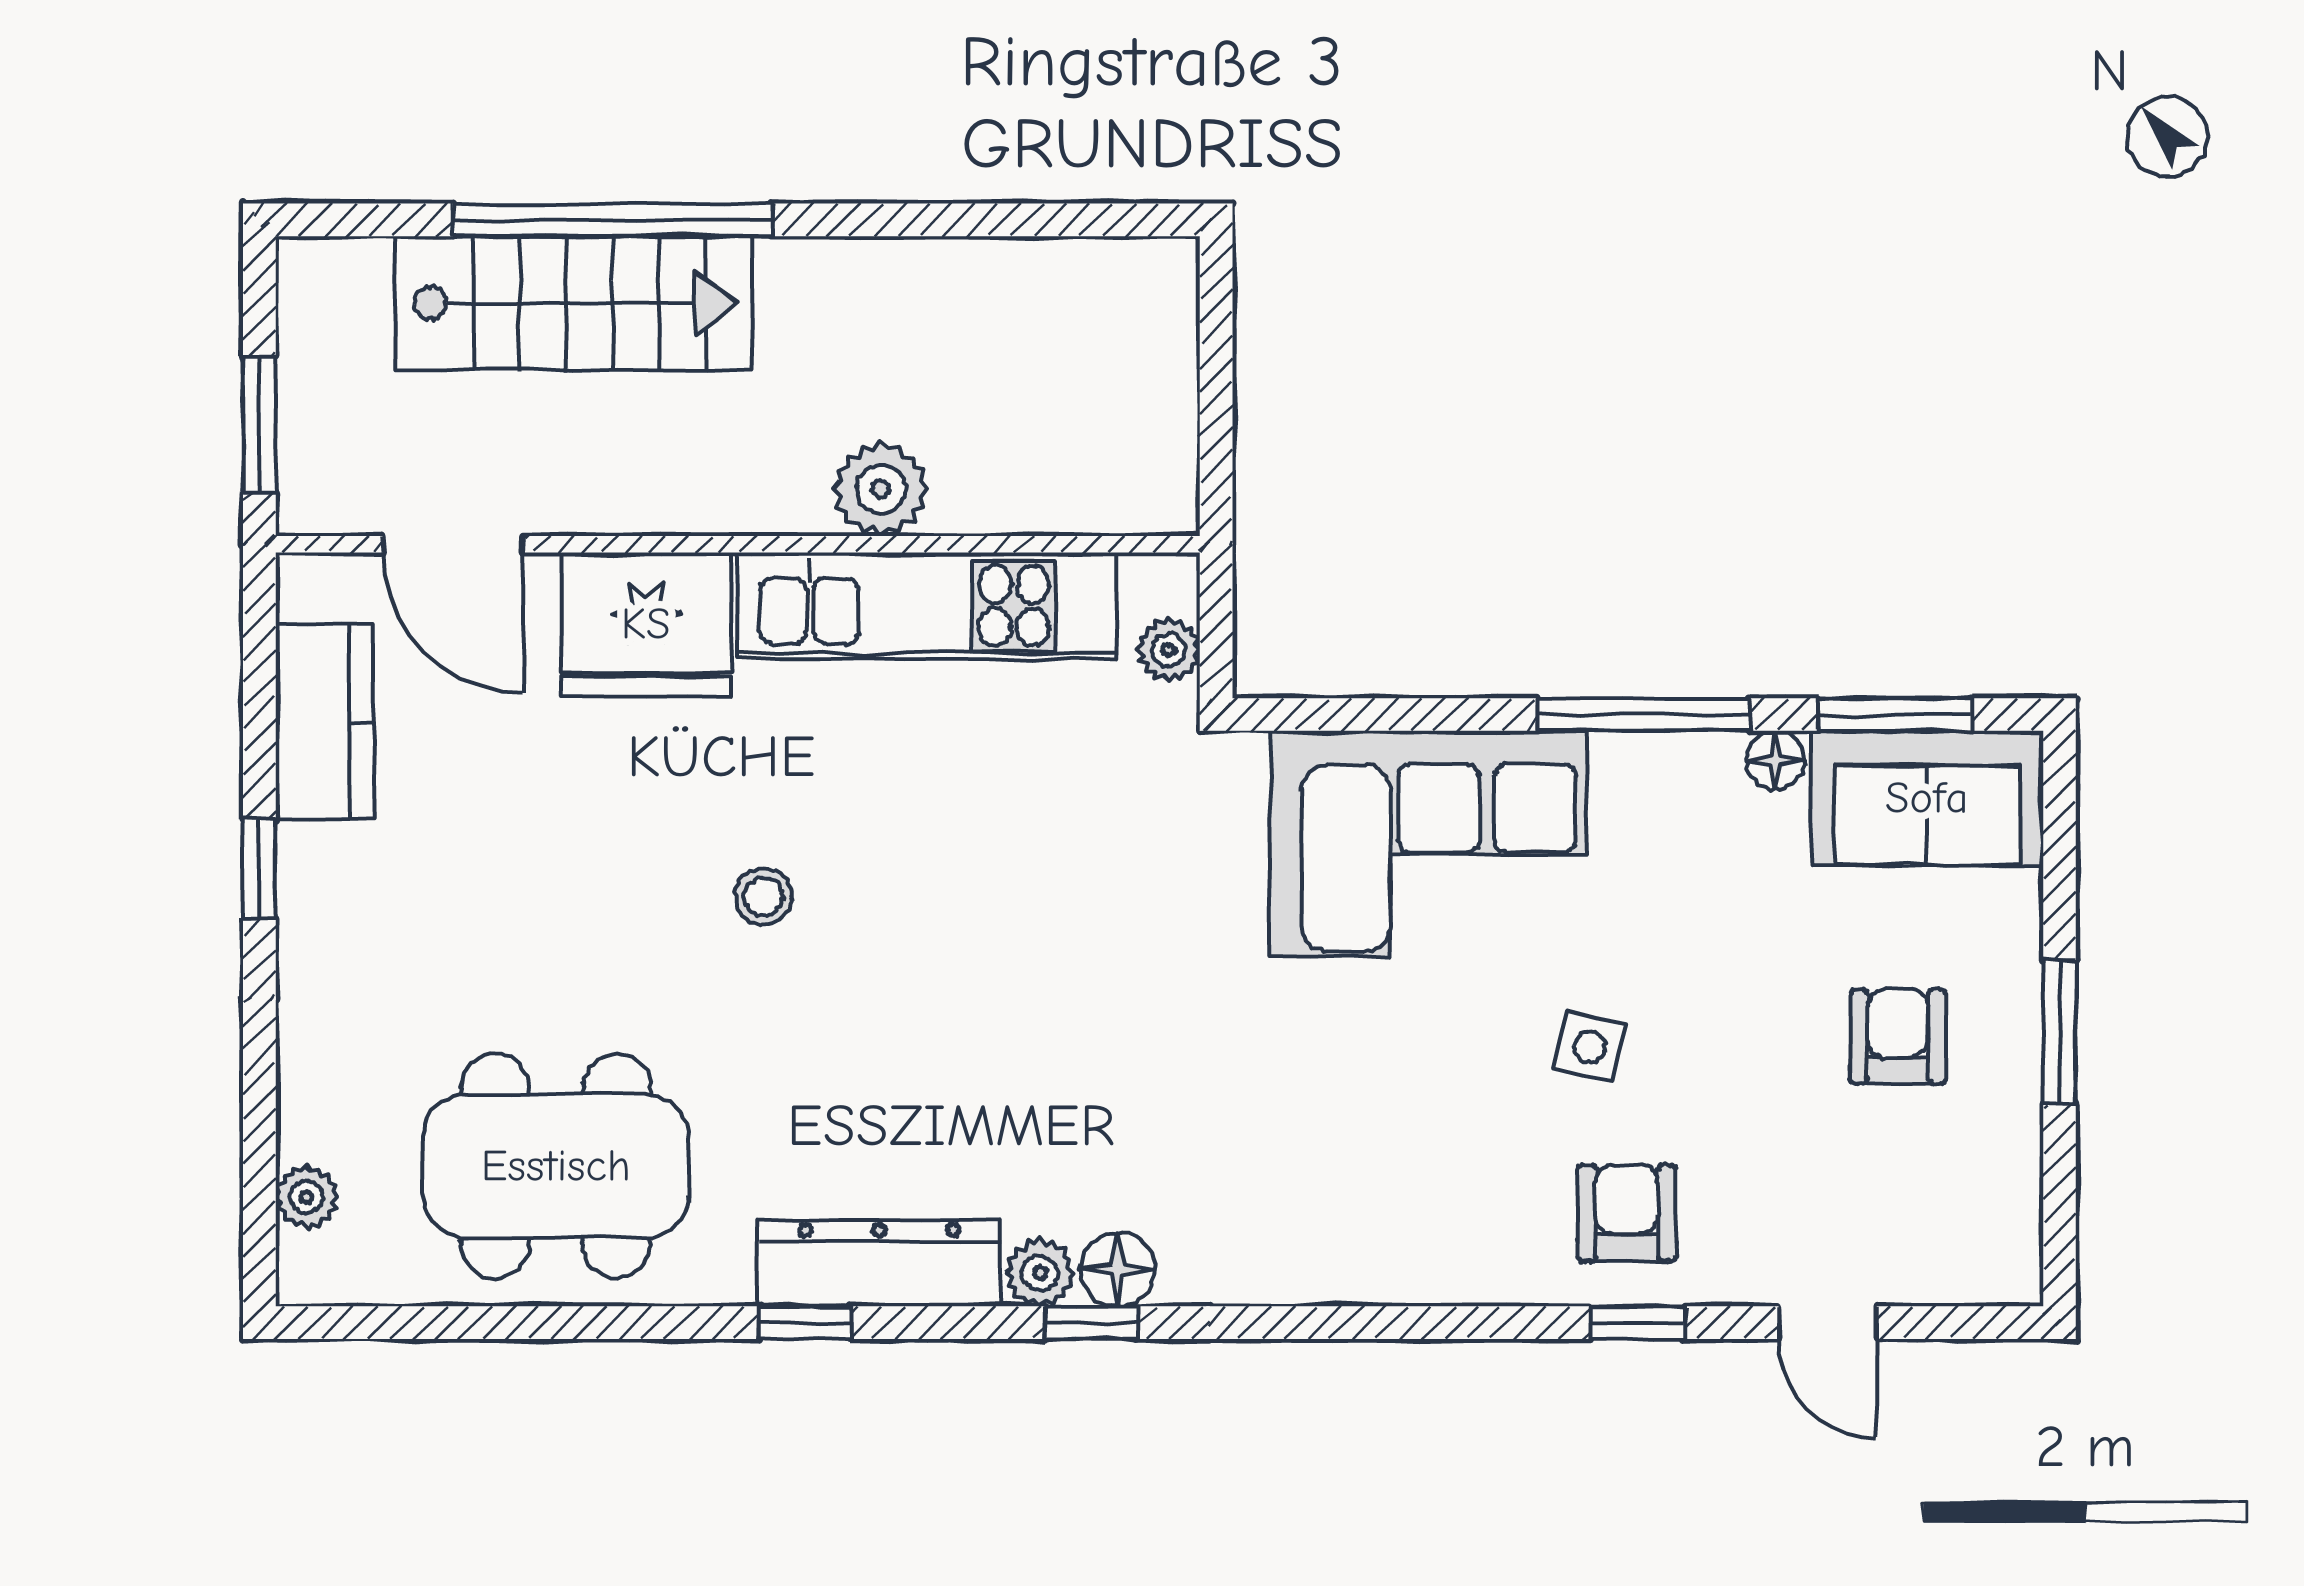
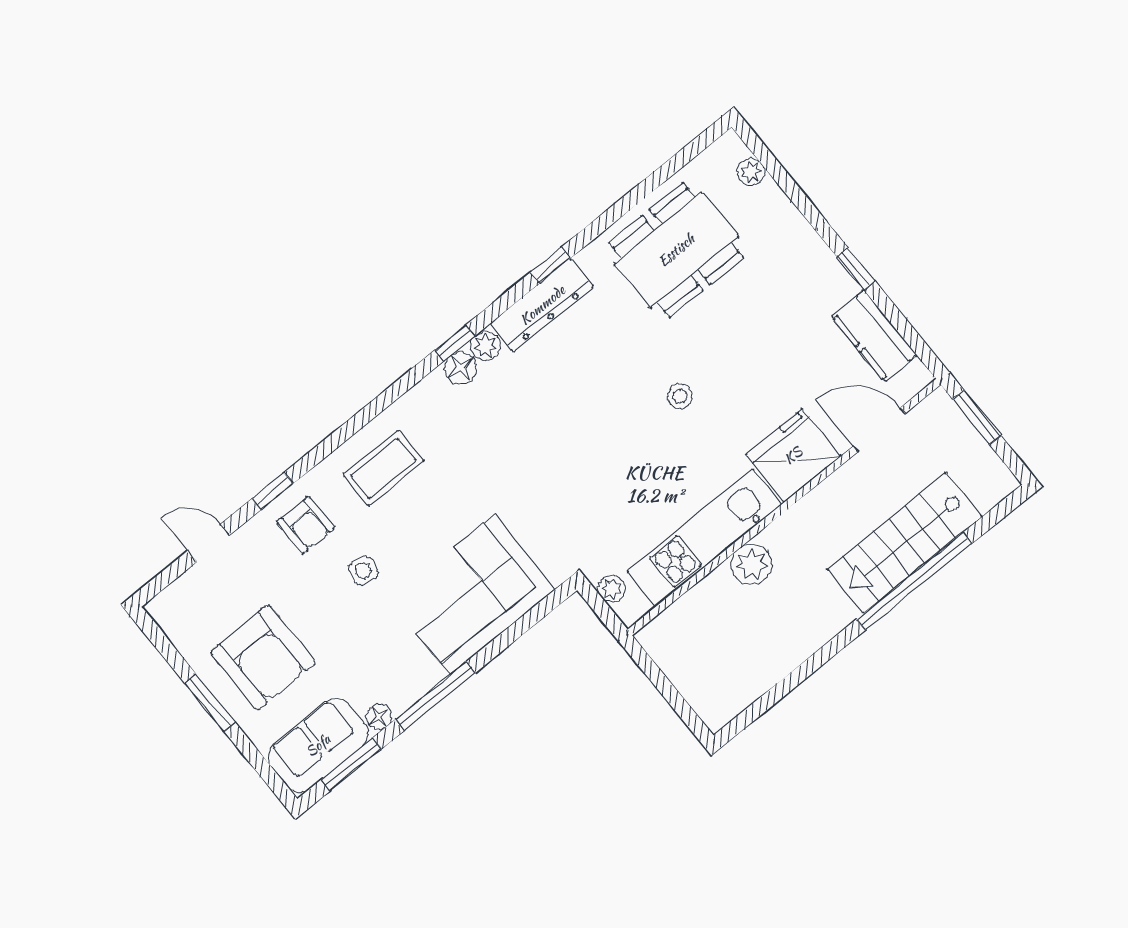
armchair: (1898, 1037) -> (263, 657), width x1.88, depth x1.88
coffee table: (1403, 1201) -> (384, 468), added

